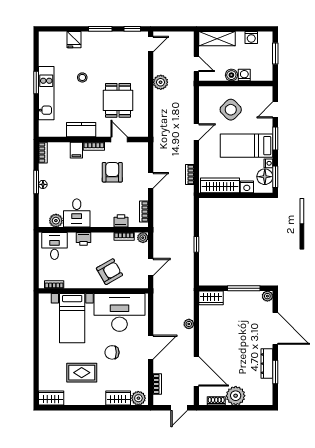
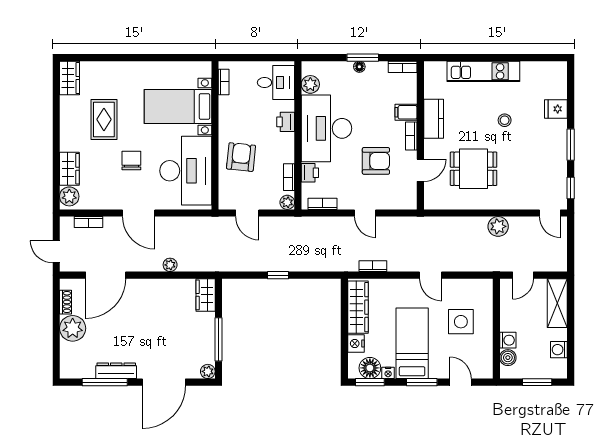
boiler: (231, 75) -> (508, 358), moved
window: (36, 83) -> (498, 58), removed
side table: (231, 110) -> (461, 322), turned 45
desk: (77, 213) -> (326, 128), width x1.87, depth x1.30
armchair: (109, 272) -> (241, 157), turned -144
window: (275, 372) -> (105, 382), width x1.44

